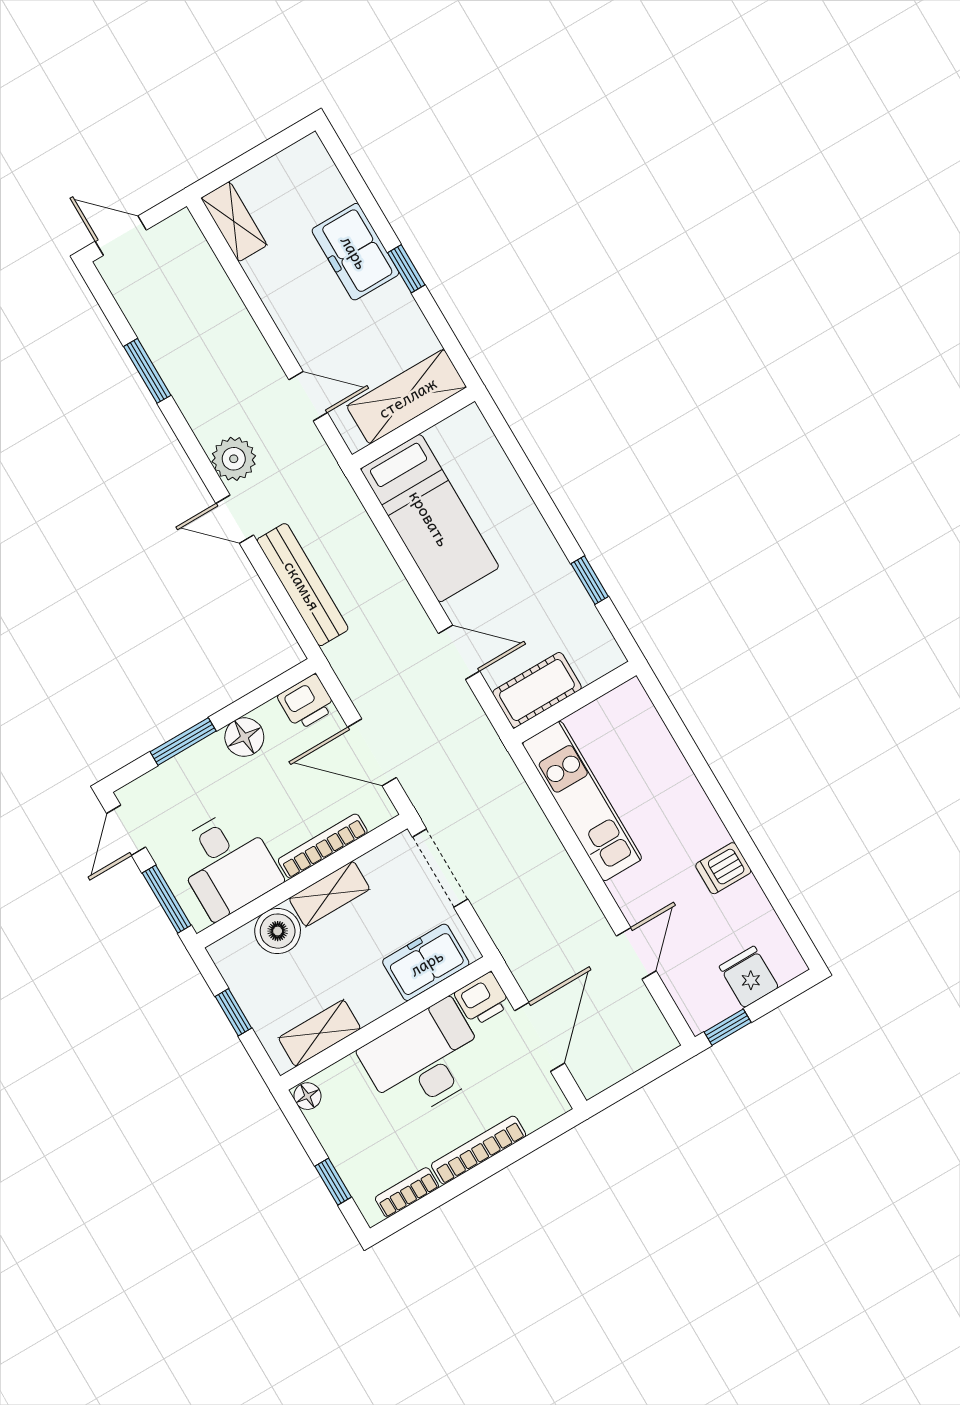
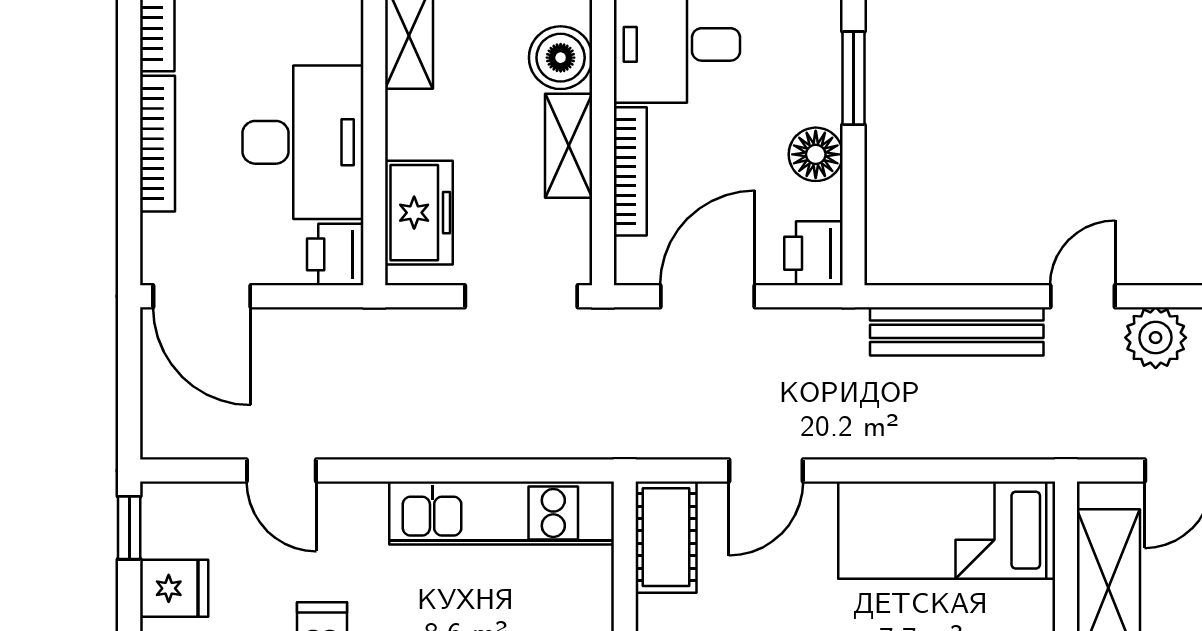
door: (540, 1037) -> (202, 296), moved

